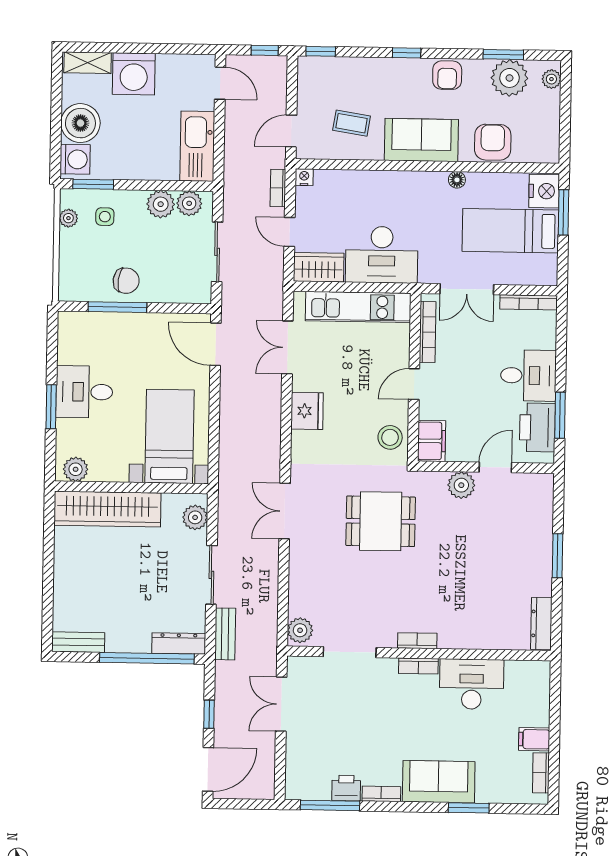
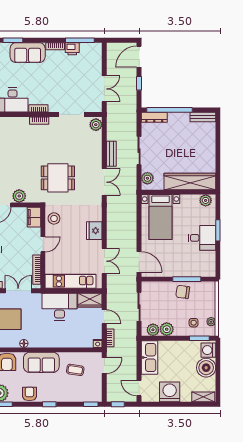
washing machine: (134, 74) -> (170, 392), moved
bench: (225, 634) -> (111, 154), moved

